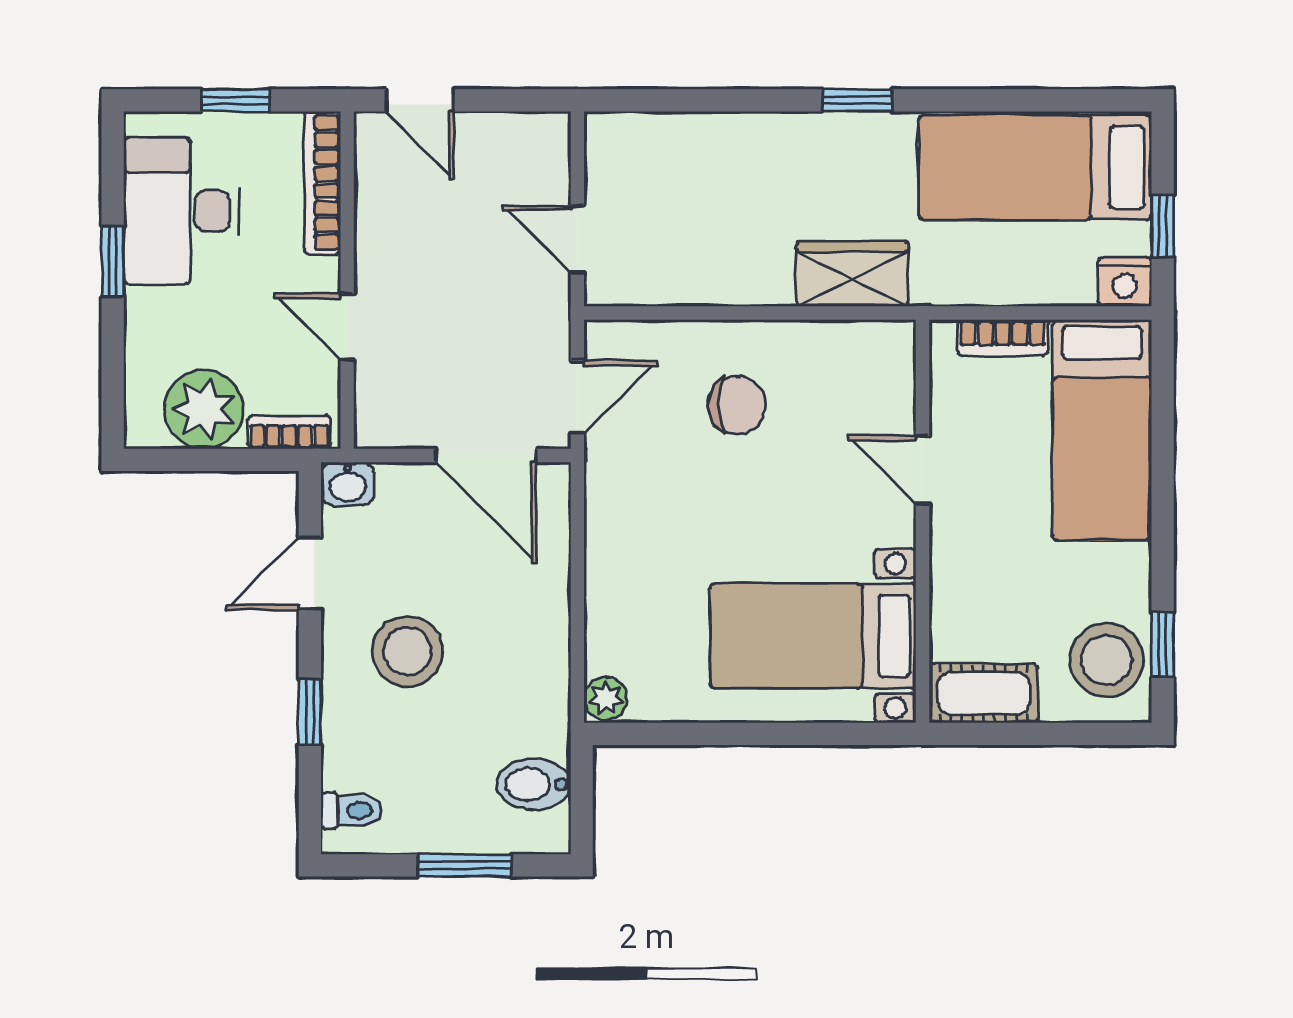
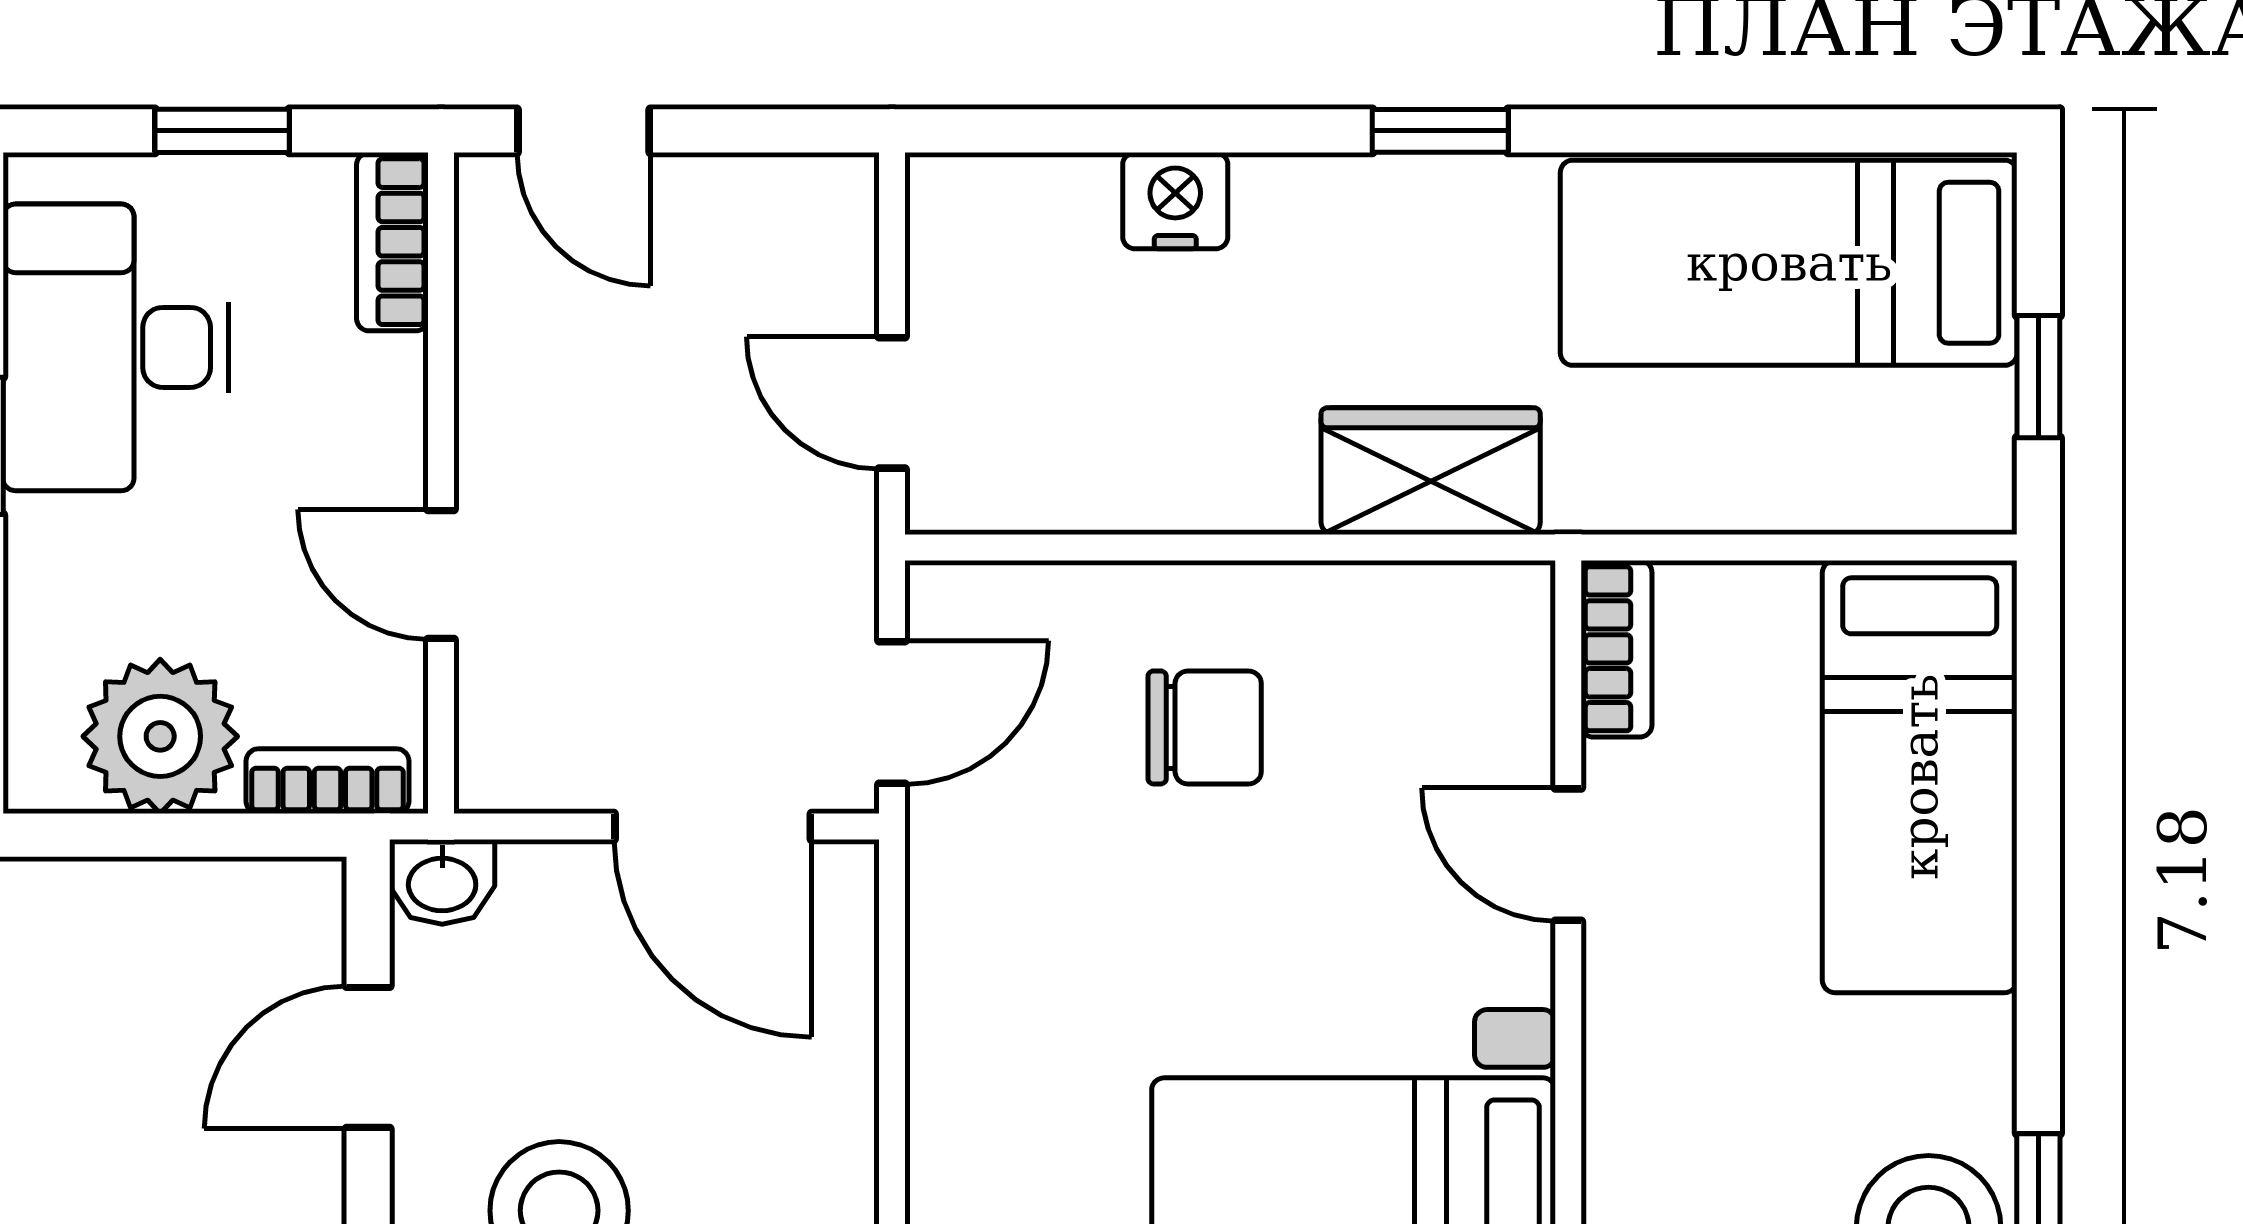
bookcase: (322, 183) -> (392, 242), width x0.64
nightstand: (1125, 282) -> (1175, 201), moved, turned 180
bookcase: (1003, 338) -> (1617, 649), moved, turned -90

